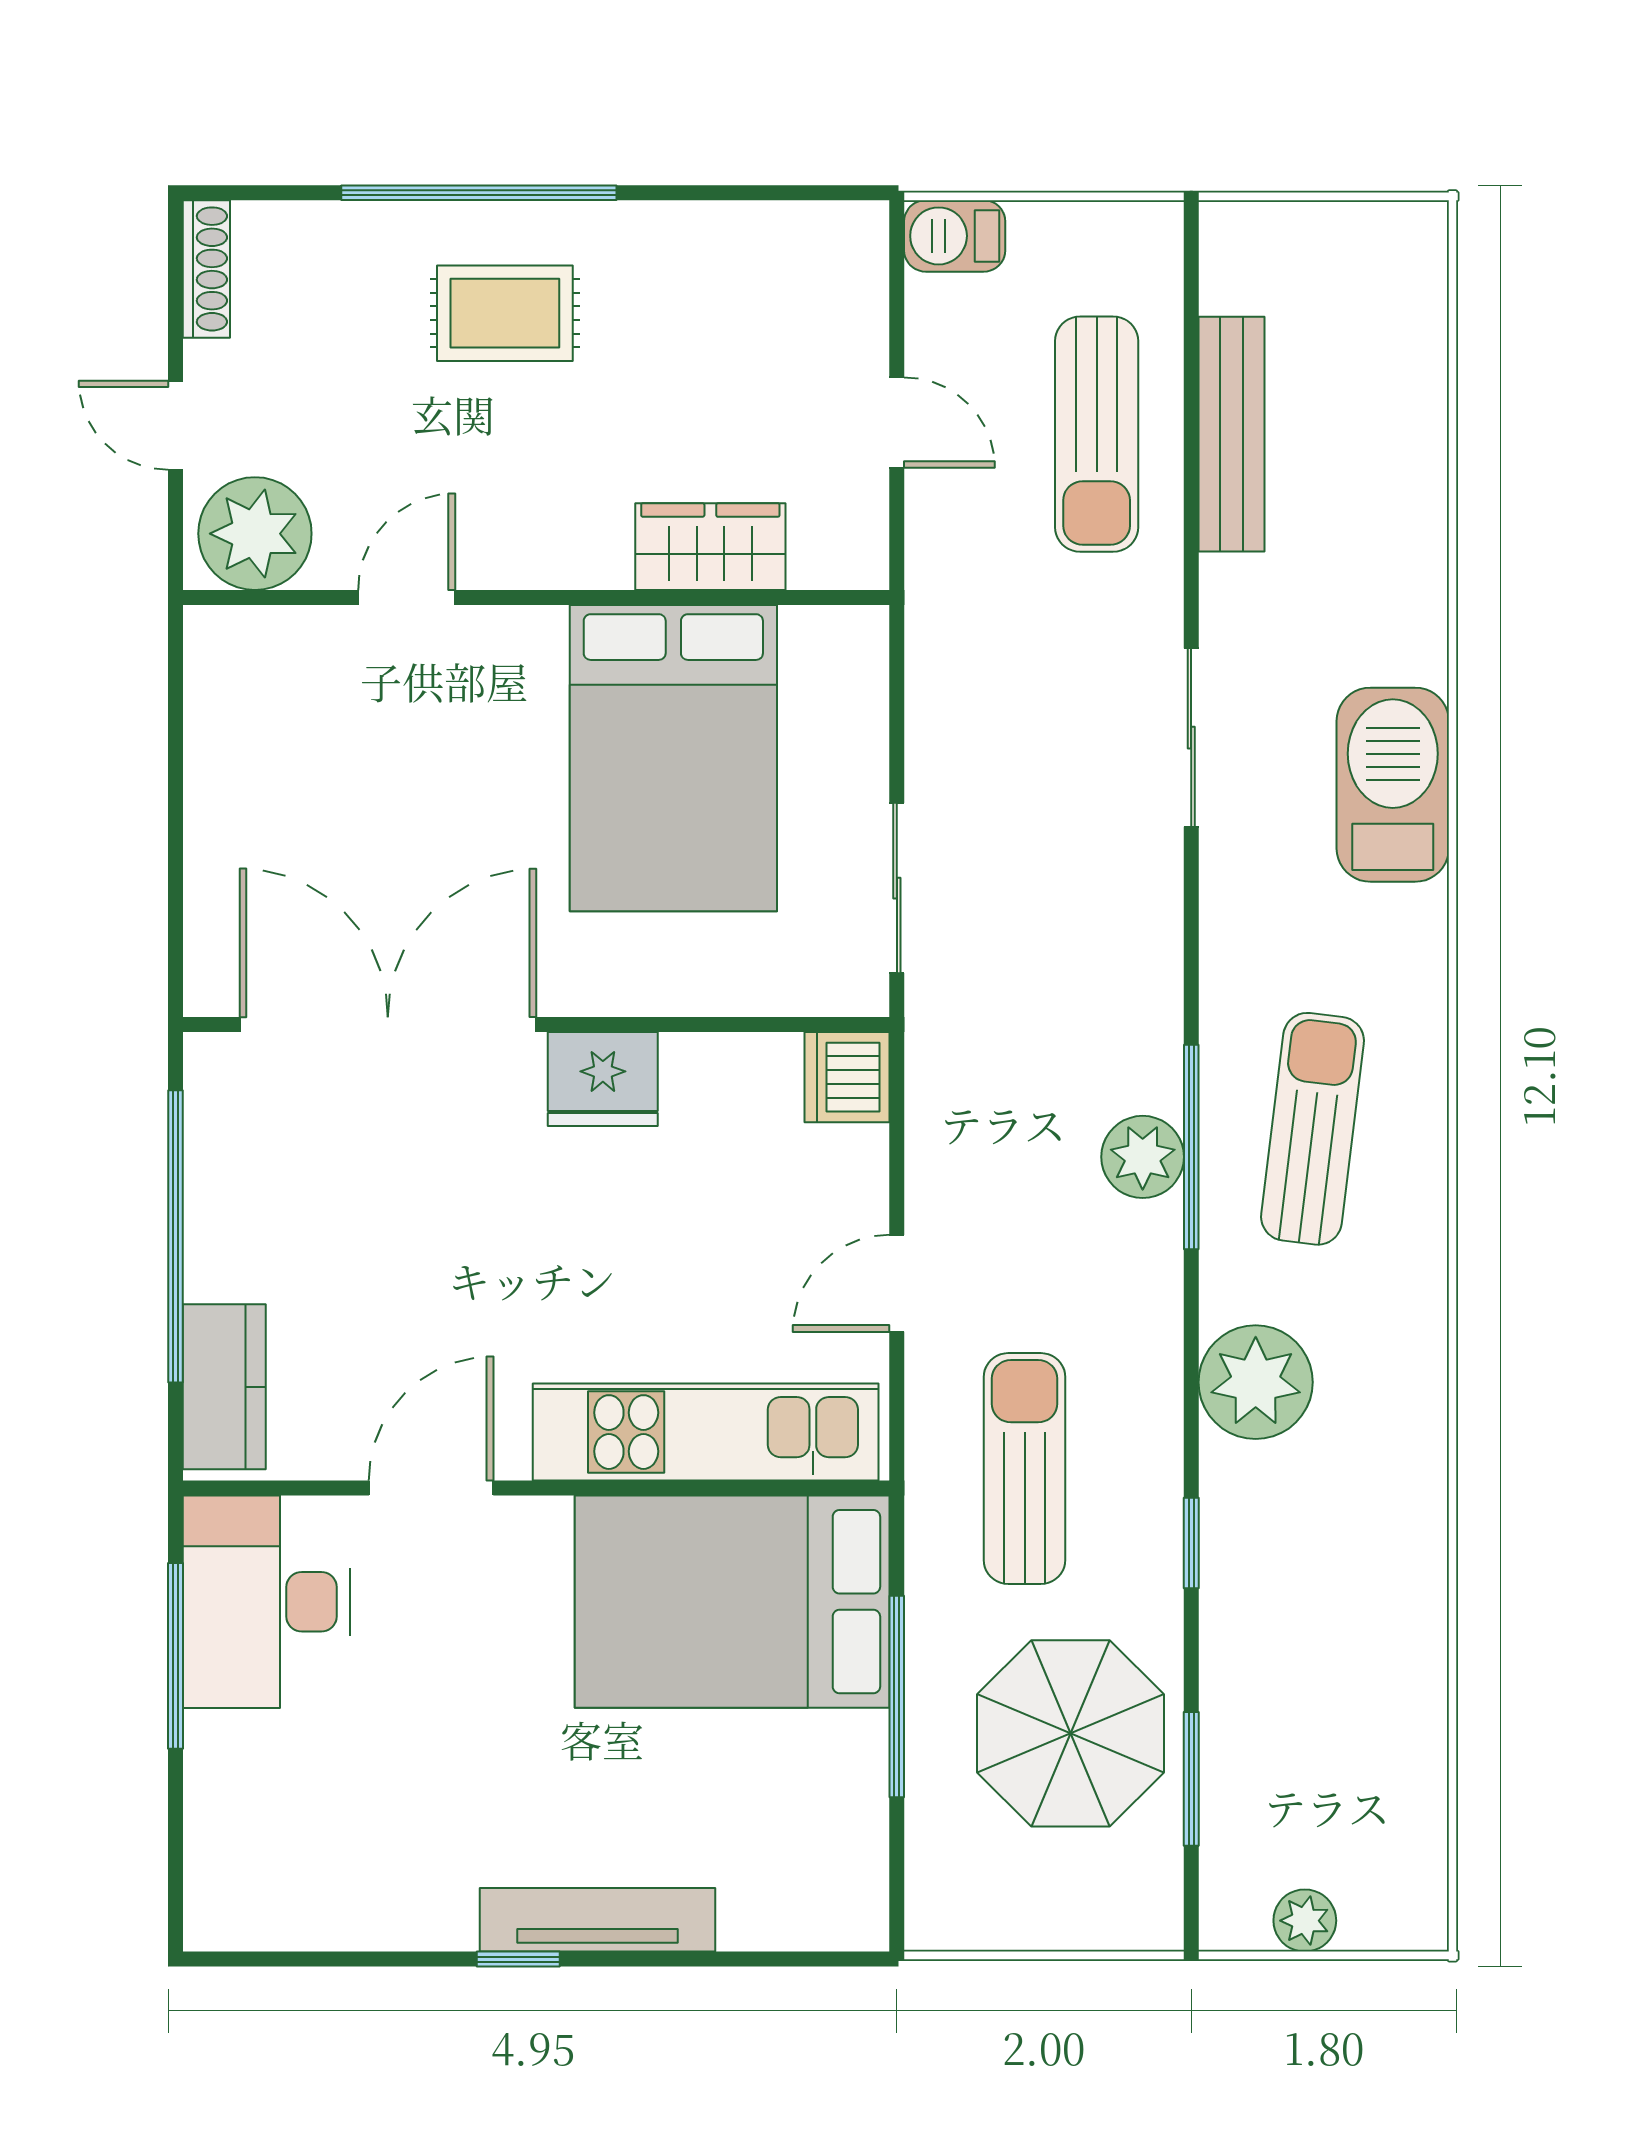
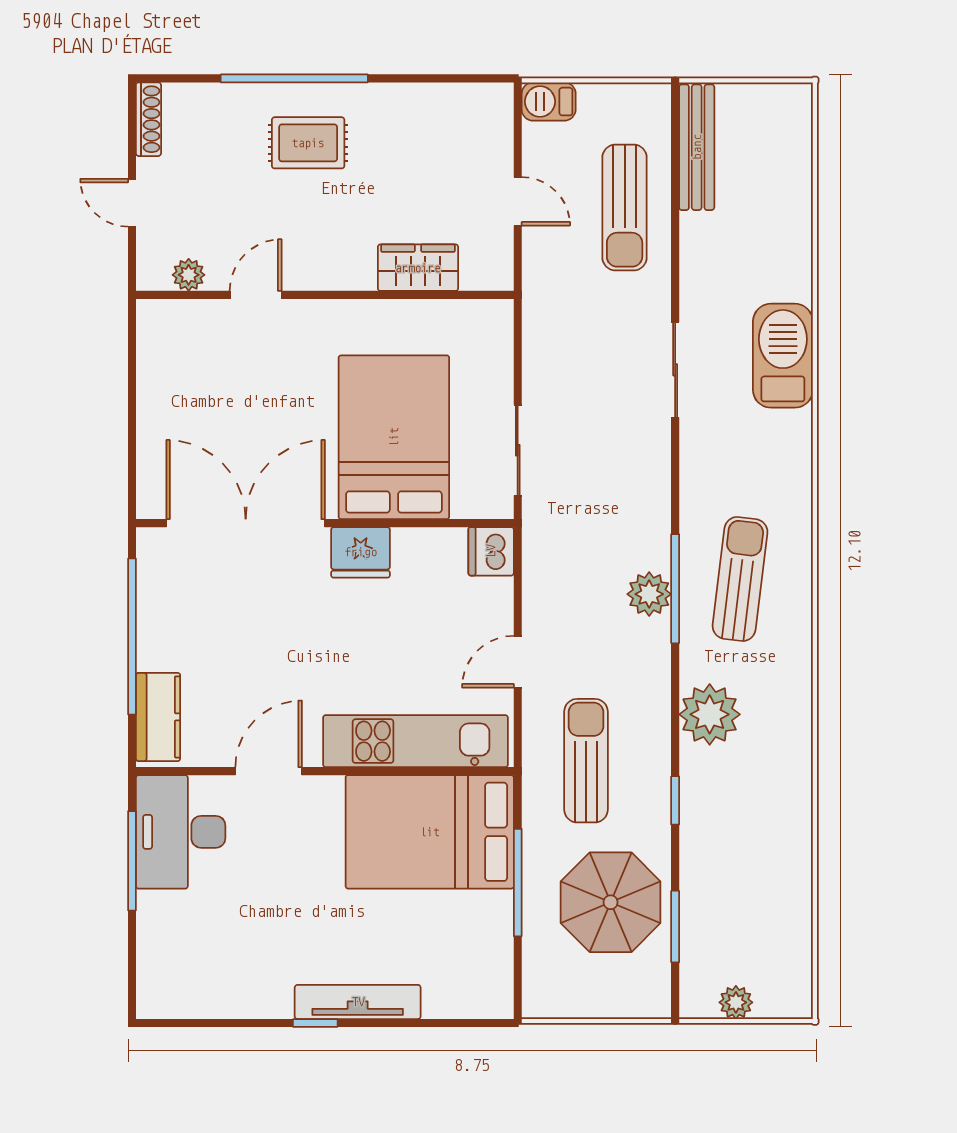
bench: (1231, 434) -> (697, 147), moved
plant: (255, 534) -> (189, 275), width x0.53, depth x0.53
bed: (673, 758) -> (394, 437), moved, turned 180
barbecue: (1393, 785) -> (783, 356), moved

